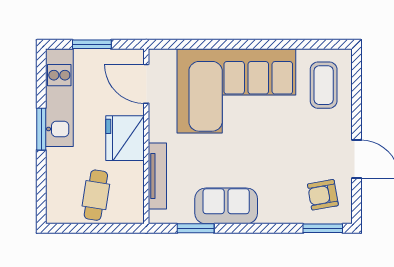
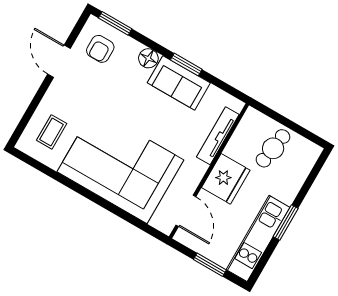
coffee table: (324, 85) -> (52, 132), width x0.73, depth x0.77
armchair: (323, 195) -> (100, 49), turned 100
floor lamp: (270, 213) -> (148, 58), added
window: (196, 228) -> (186, 65), moved

